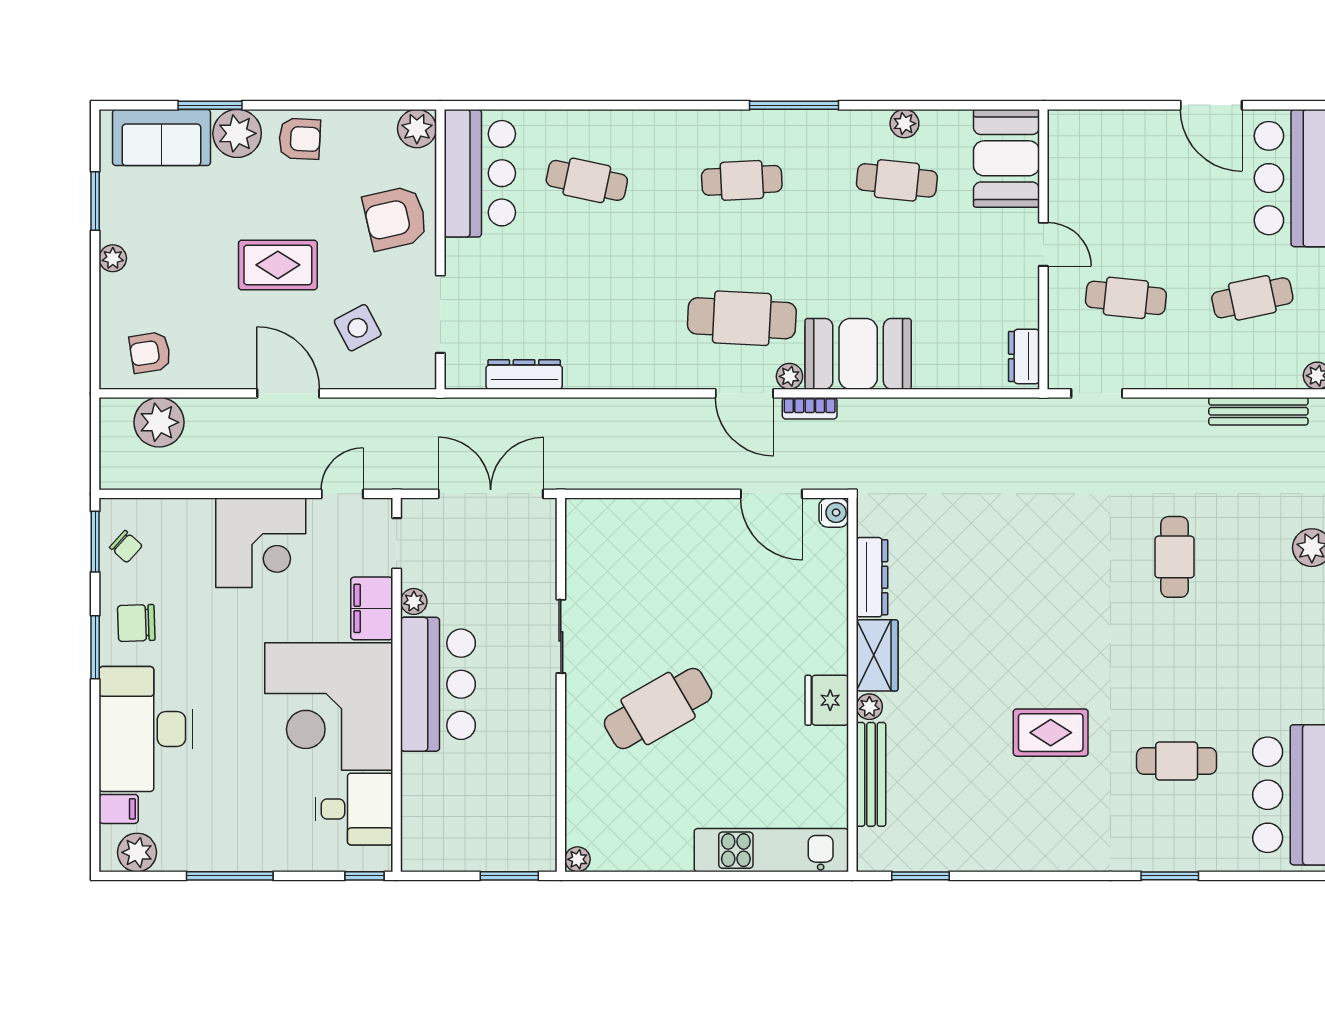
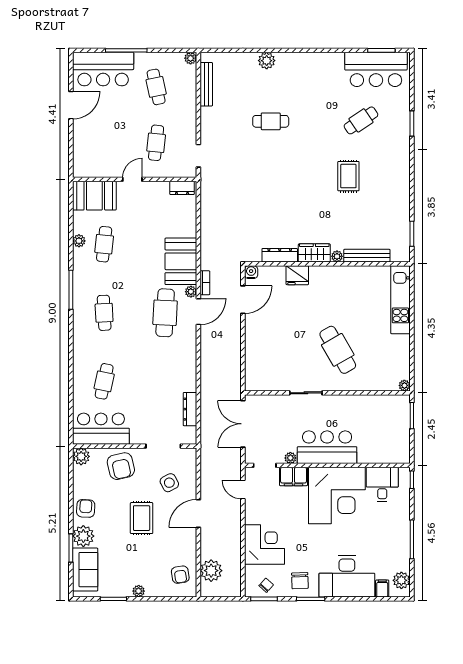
corner desk: (261, 543) -> (264, 544), moved
fridge: (827, 700) -> (297, 275), moved
cafe table: (1177, 761) -> (361, 120), turned 56

